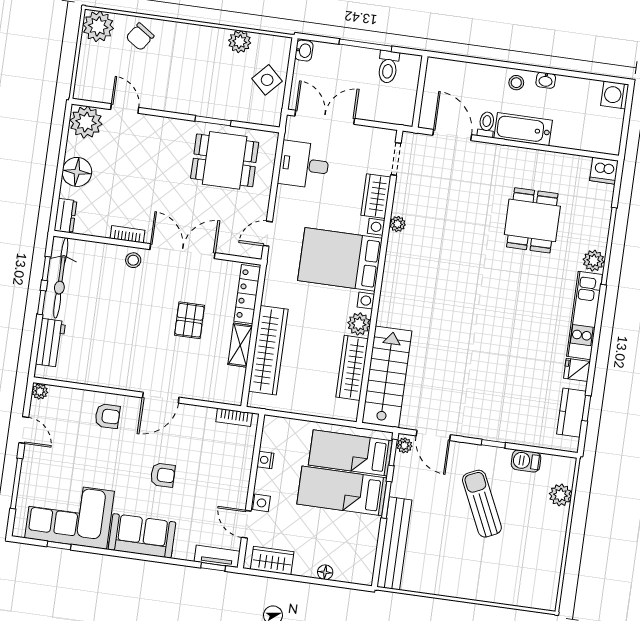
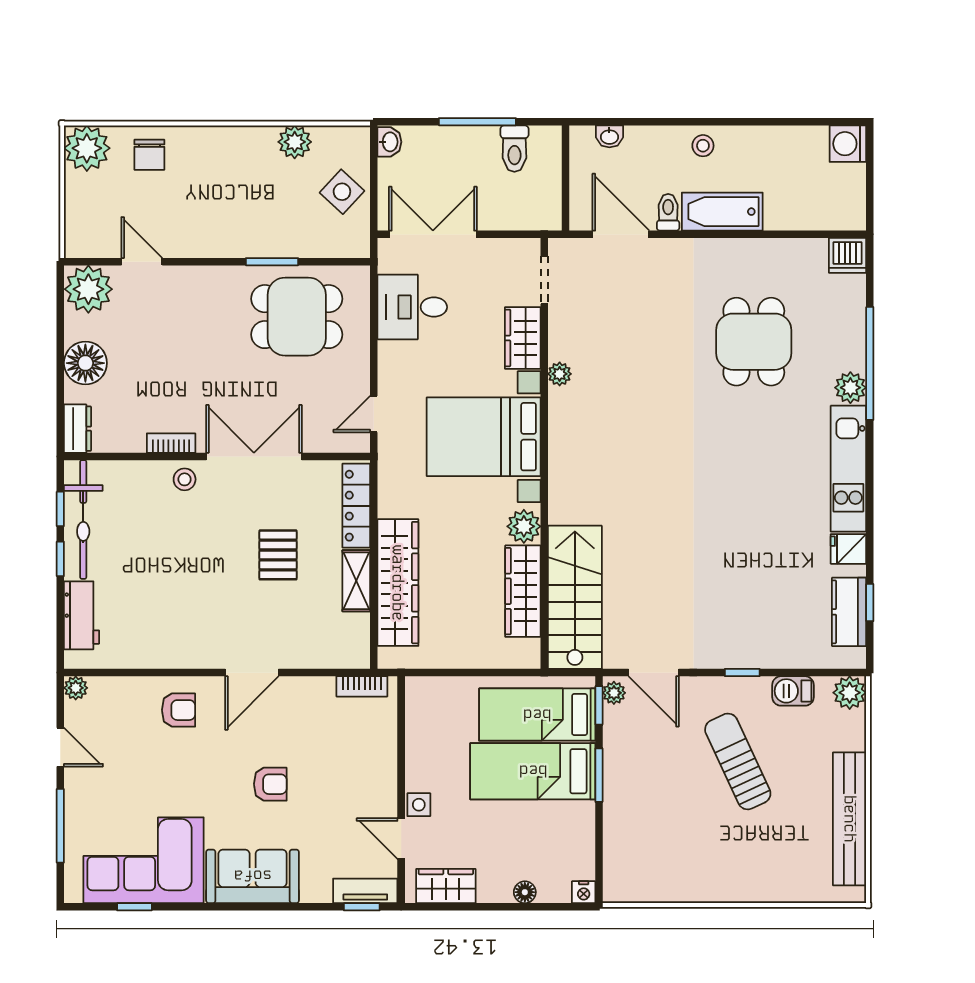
chair: (140, 37) -> (149, 155), turned -34
washbasin: (546, 80) -> (609, 136), moved
nightstand: (265, 460) -> (584, 892), moved, turned -90
plant: (560, 495) -> (850, 693), moved
bench: (394, 543) -> (850, 819), moved

